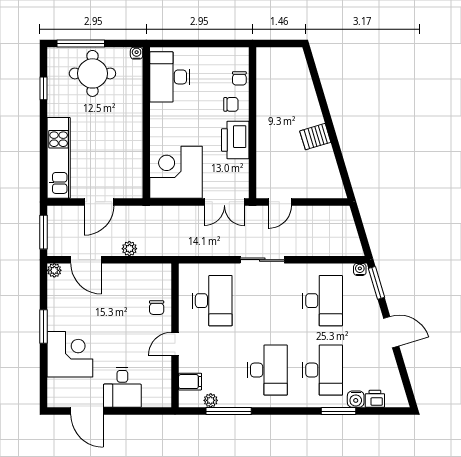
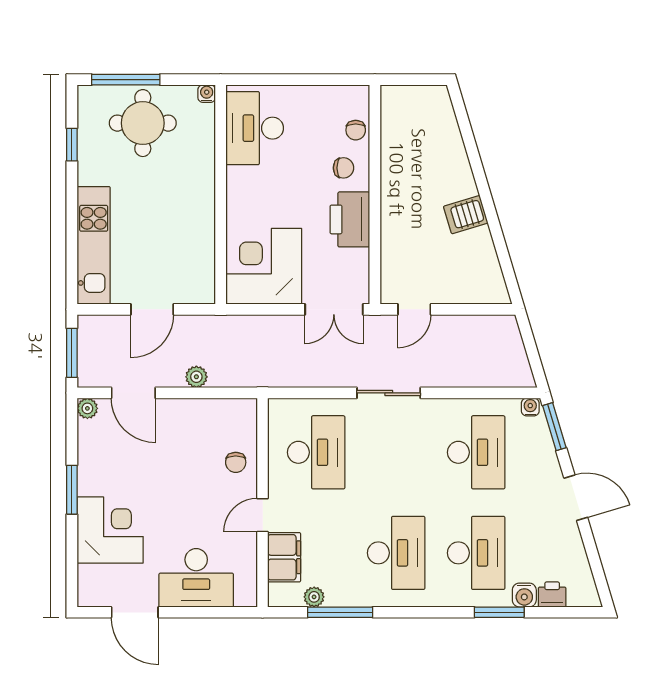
filing cabinet: (190, 382) -> (284, 557), width x2.00
desk: (122, 387) -> (196, 578), width x1.37

